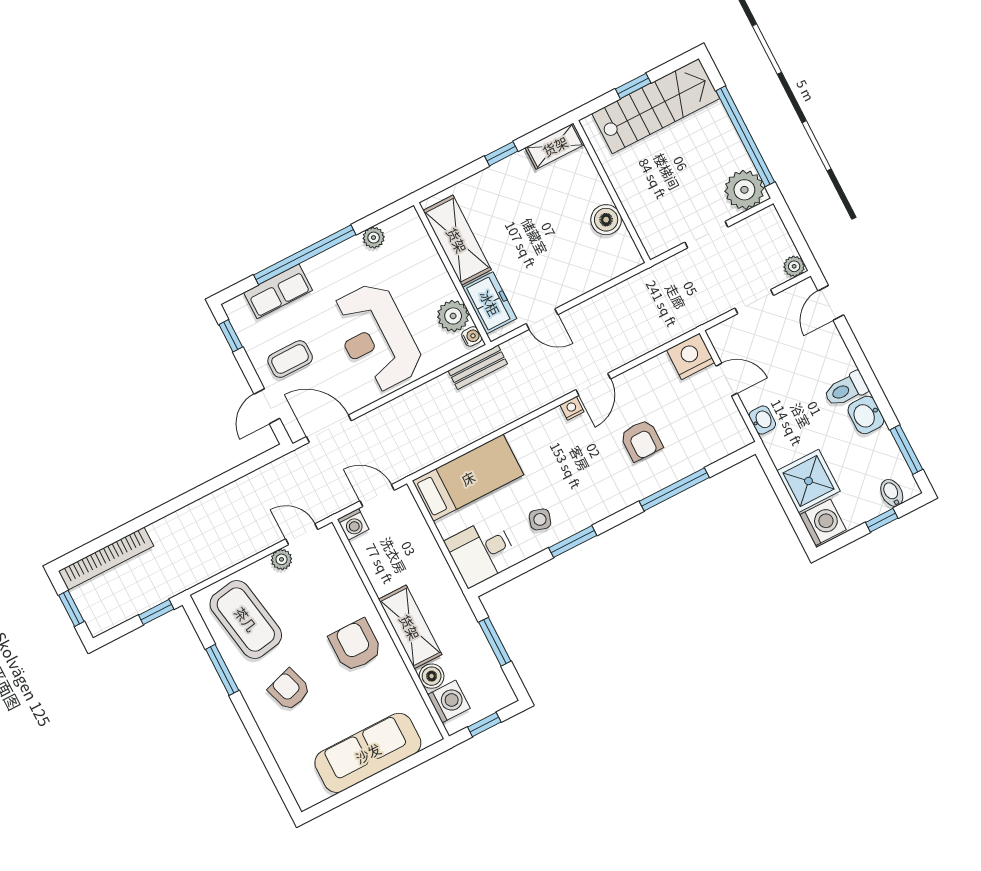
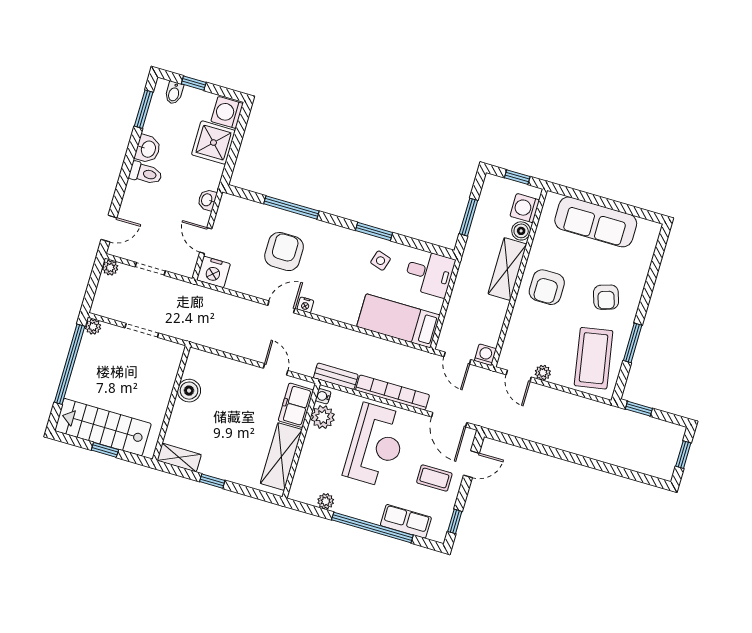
plant: (744, 190) -> (93, 327), width x0.53, depth x0.53
armchair: (641, 440) -> (284, 252), width x1.38, depth x1.38
bookcase: (106, 559) -> (393, 393), moved

